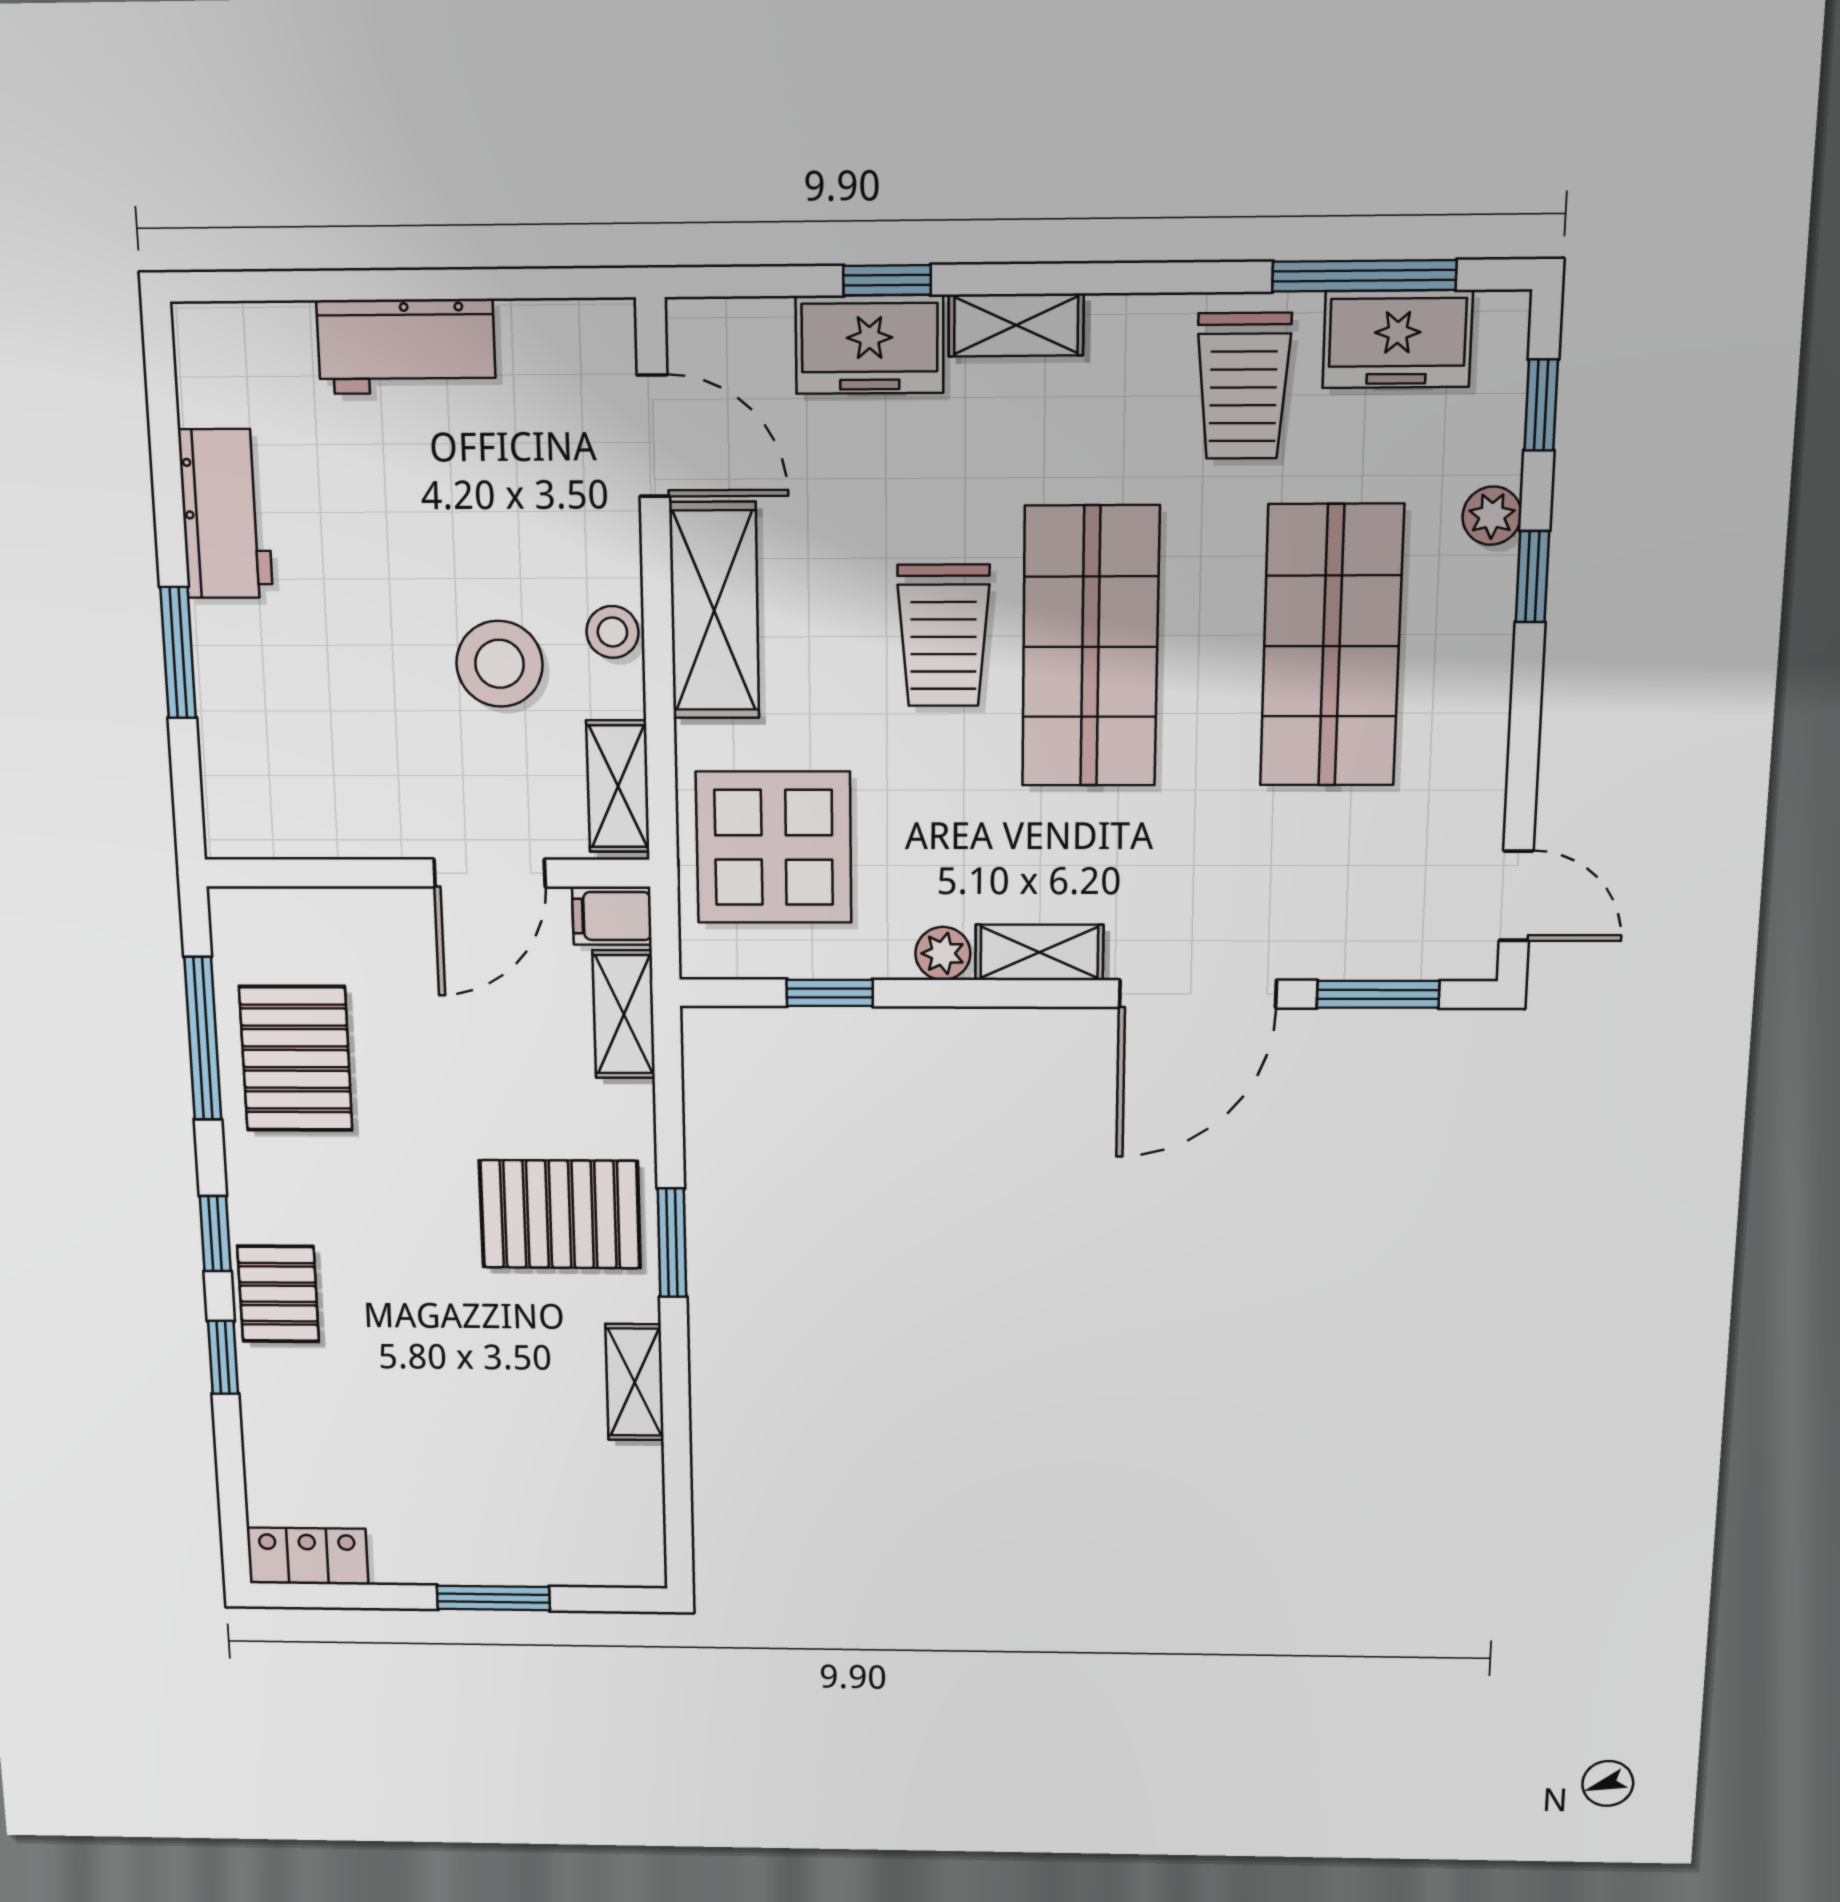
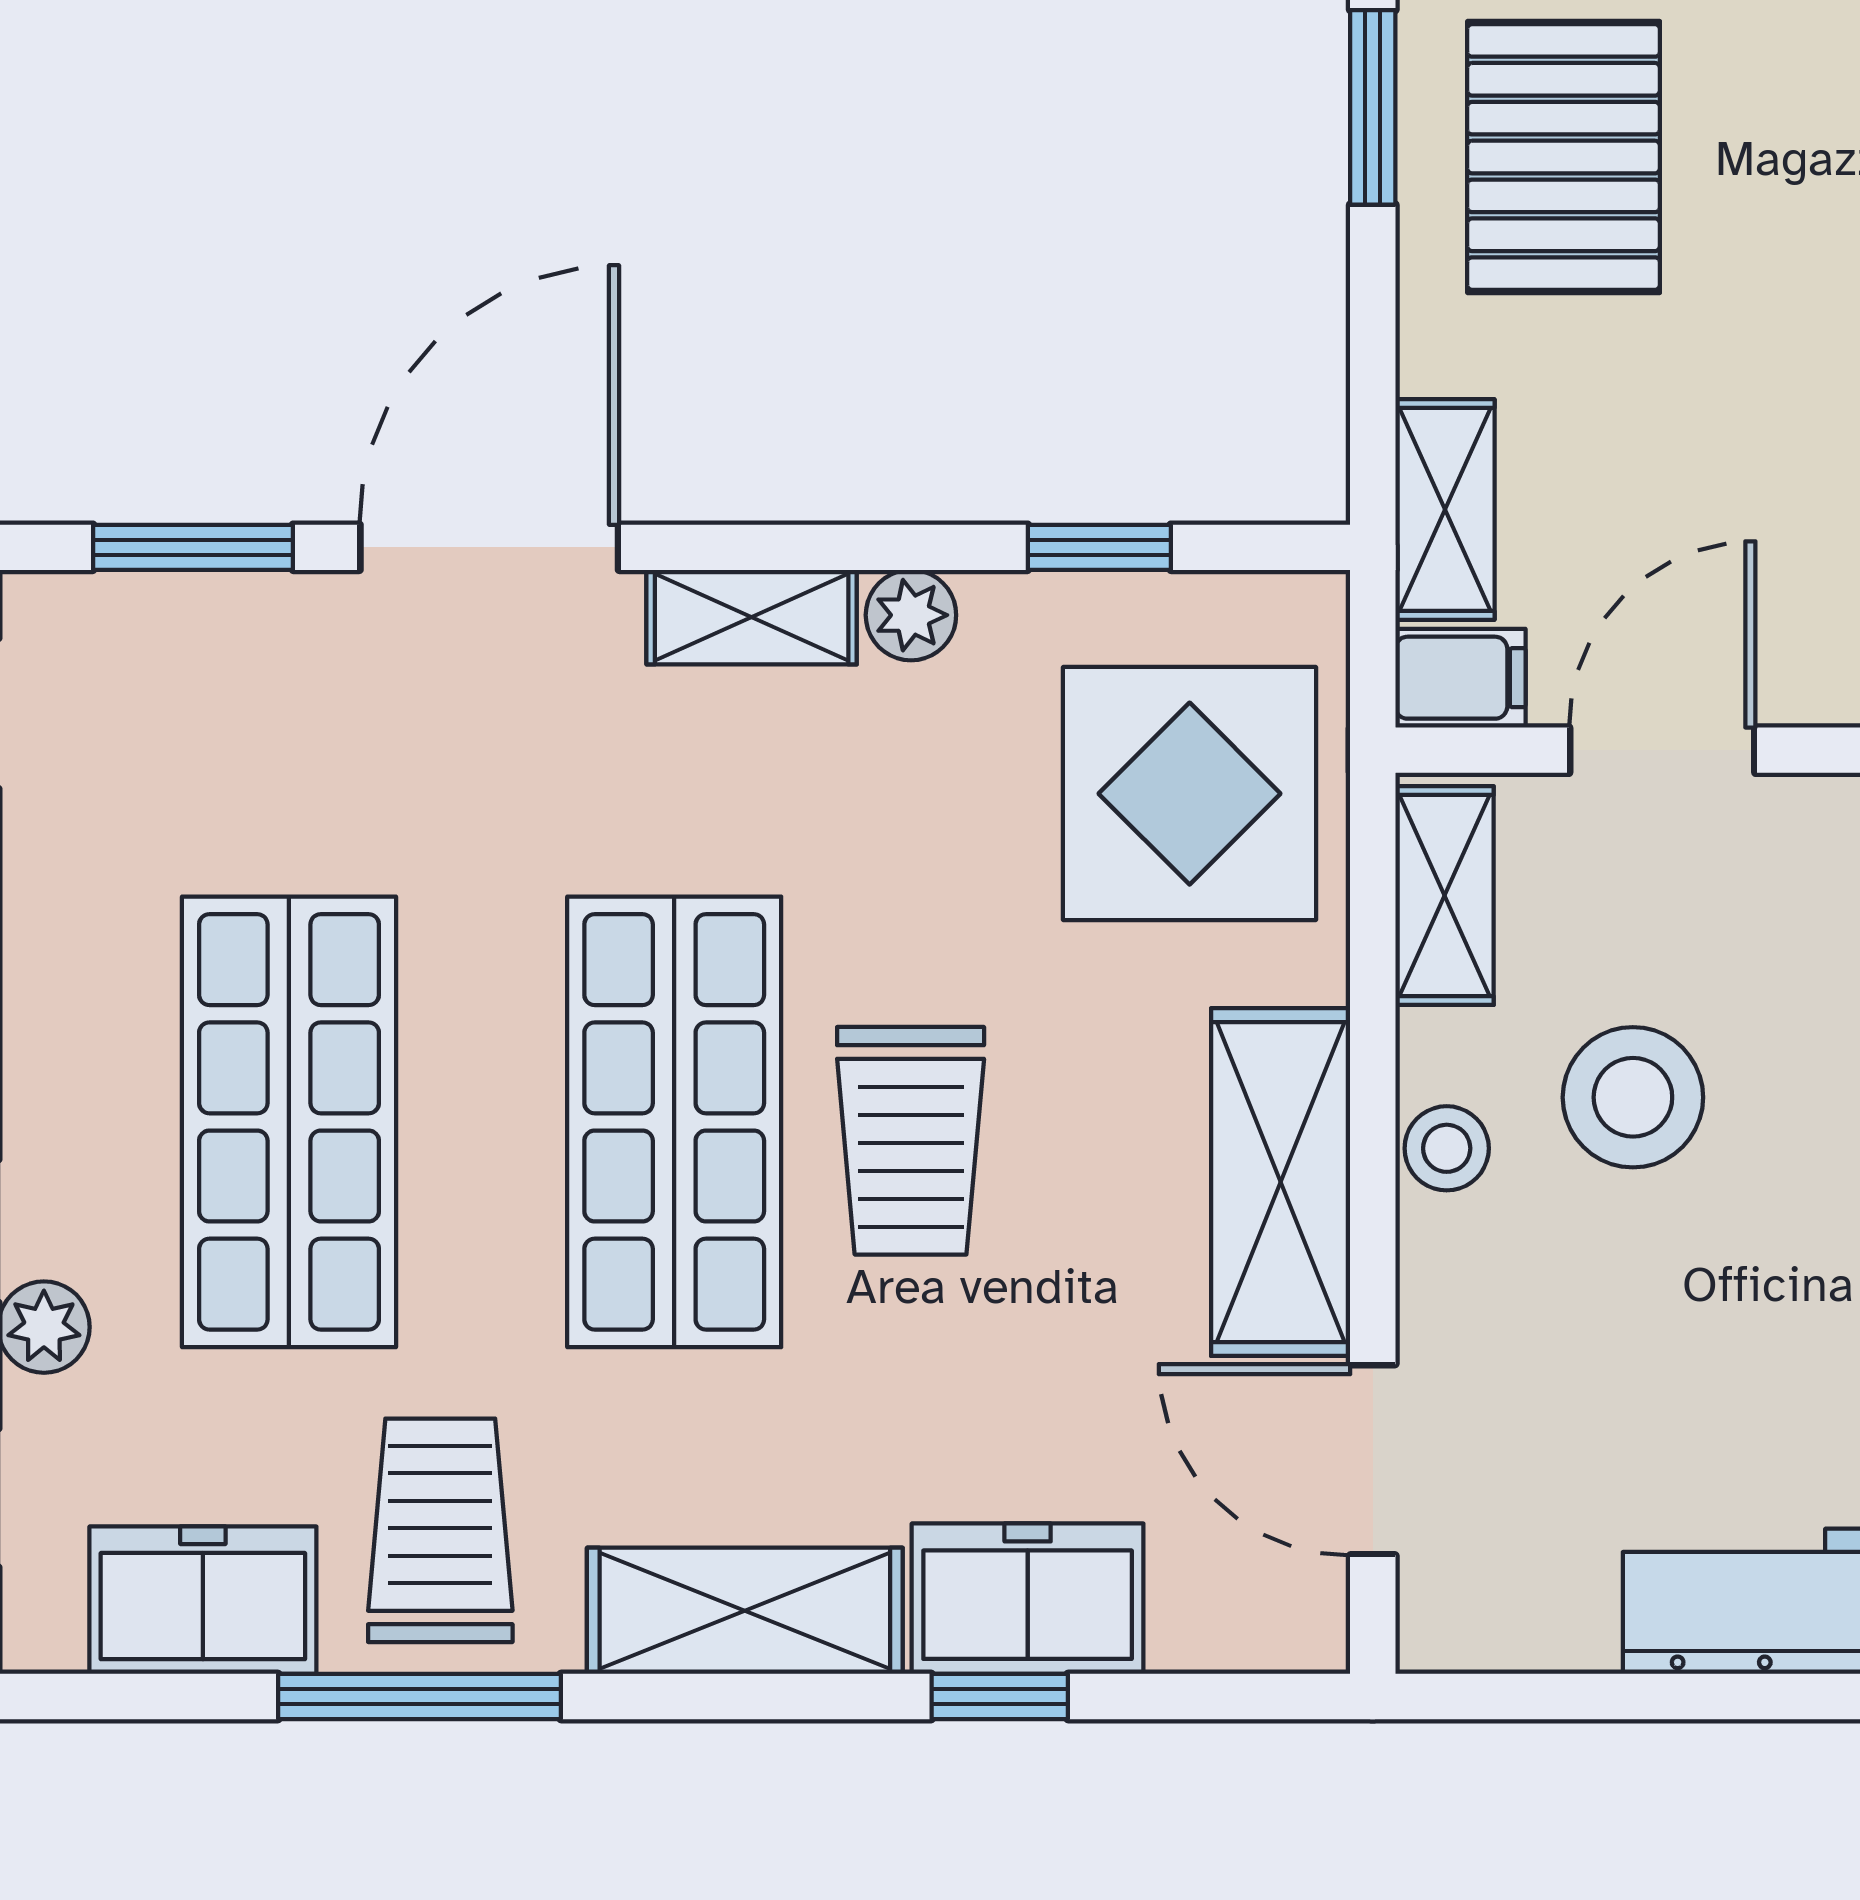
window: (1364, 276) -> (419, 1697), moved
shelving: (1016, 325) -> (745, 1611), width x1.50, depth x1.33
trolley: (943, 636) -> (911, 1141), turned 180
pallet: (560, 1214) -> (1564, 157), turned 90

